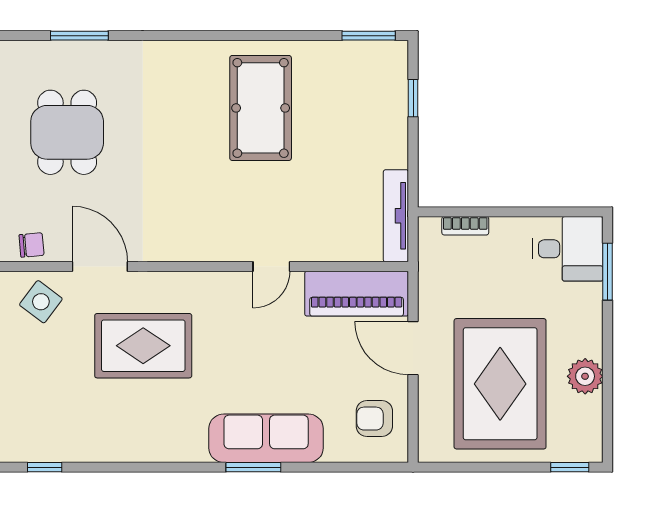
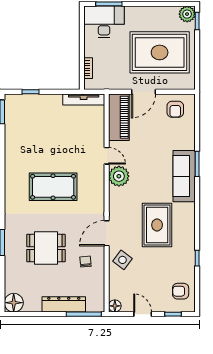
pool table: (261, 108) -> (53, 187), moved
chair: (32, 245) -> (85, 262), moved
desk: (568, 249) -> (104, 22), width x1.37
plant: (226, 294) -> (119, 176), added
rug: (143, 346) -> (157, 225), moved
plant: (585, 376) -> (187, 14), moved
sofa: (266, 438) -> (184, 176), moved

